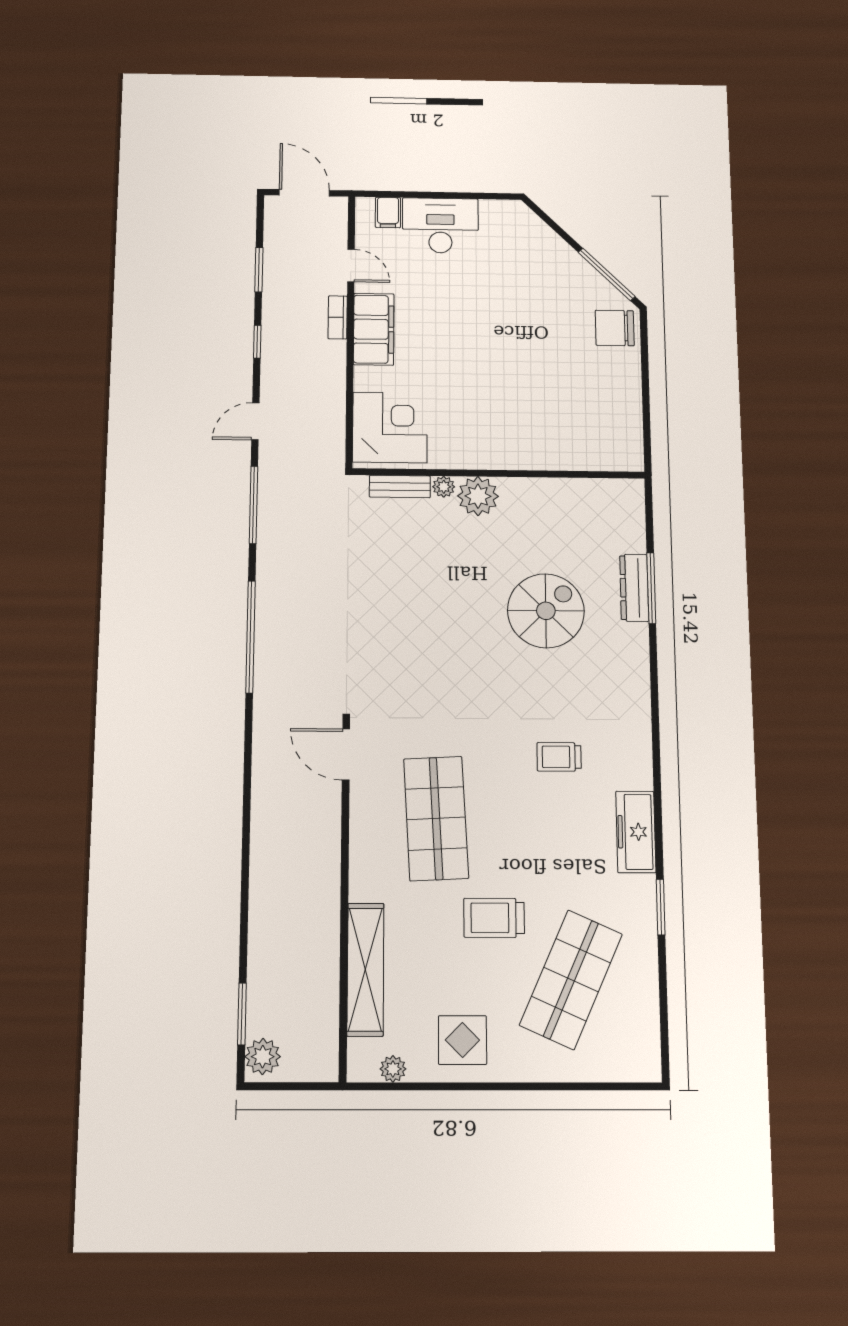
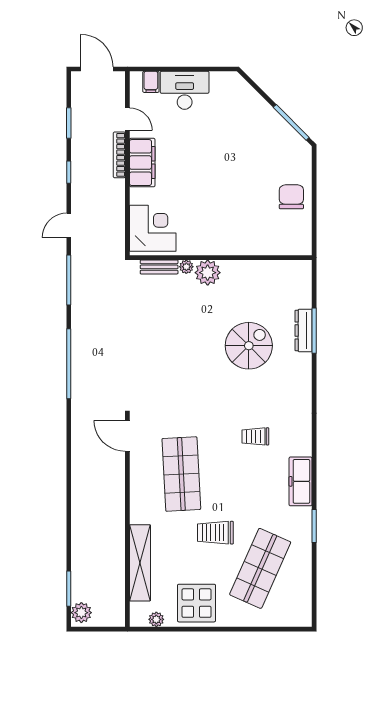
bookcase: (338, 317) -> (119, 155), width x1.56
chair: (615, 328) -> (291, 197), moved, turned 90
display table: (462, 1040) -> (197, 603), width x1.36, depth x1.36

